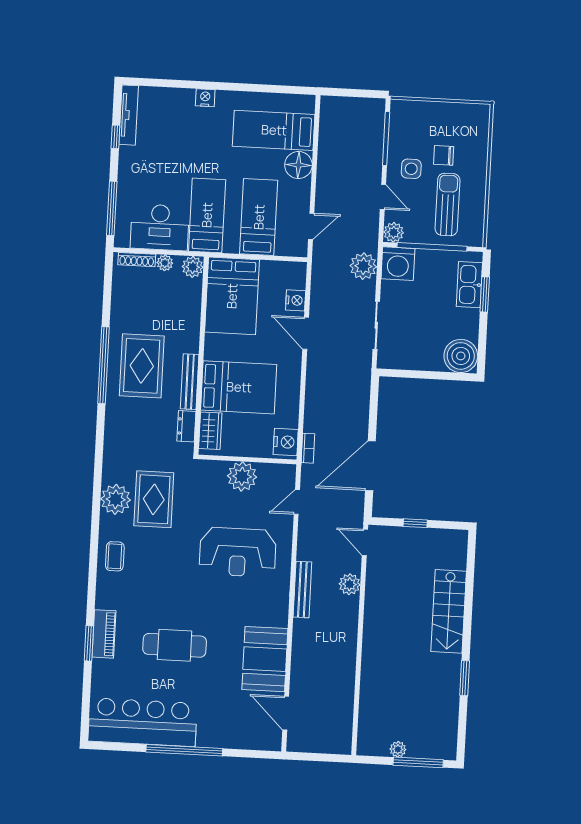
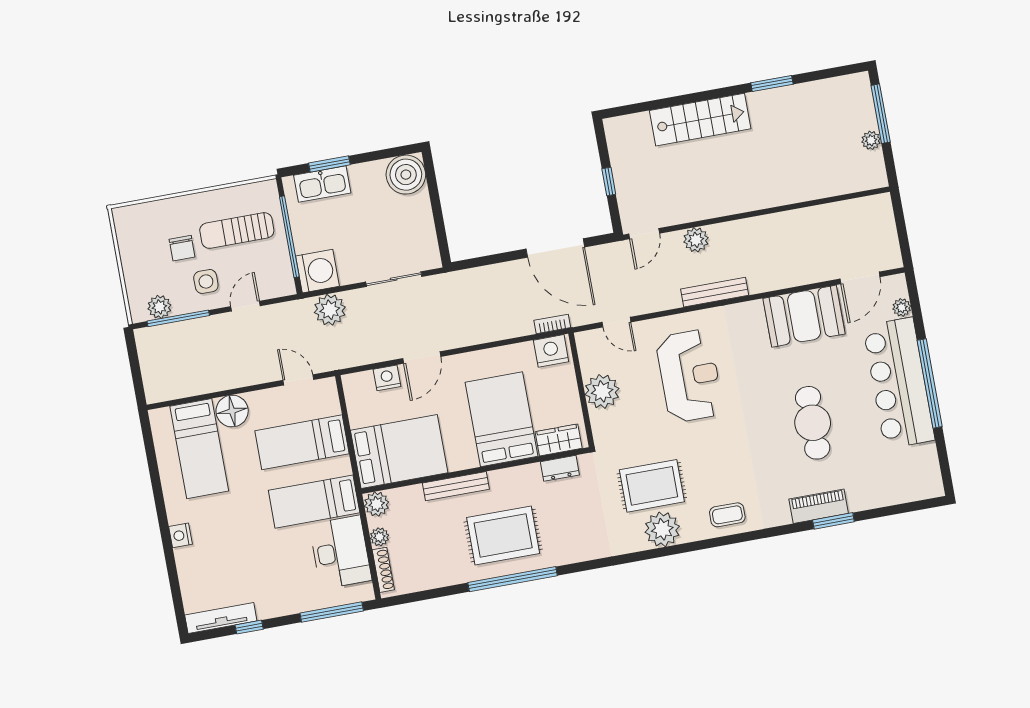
plant: (394, 232) -> (159, 307), moved
bench: (190, 382) -> (456, 486), moved
bar counter: (143, 722) -> (899, 383), moved
plant: (253, 742) -> (902, 307), added

